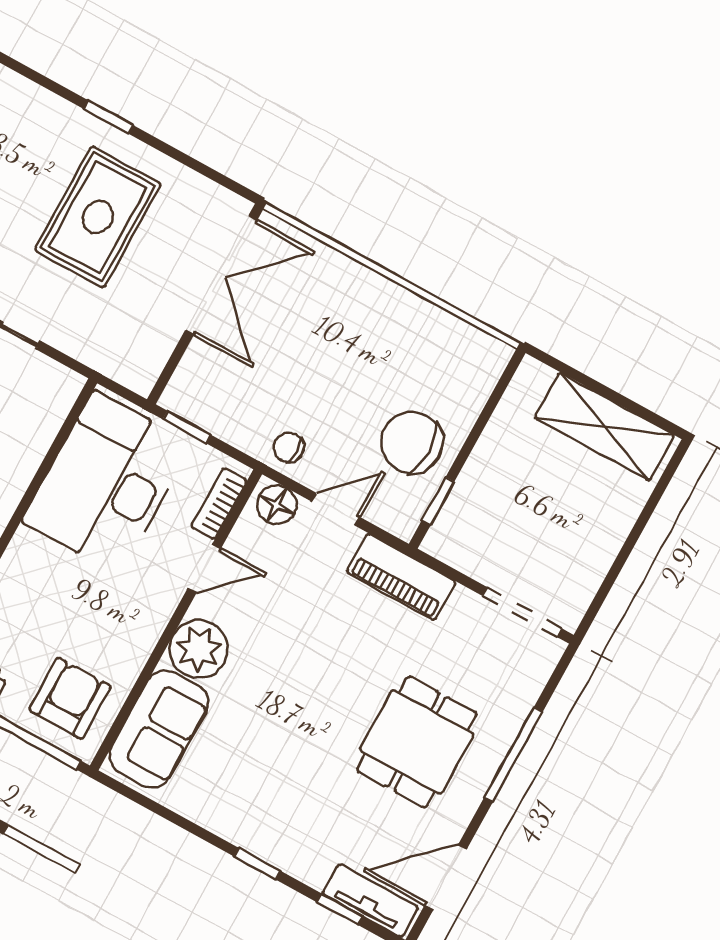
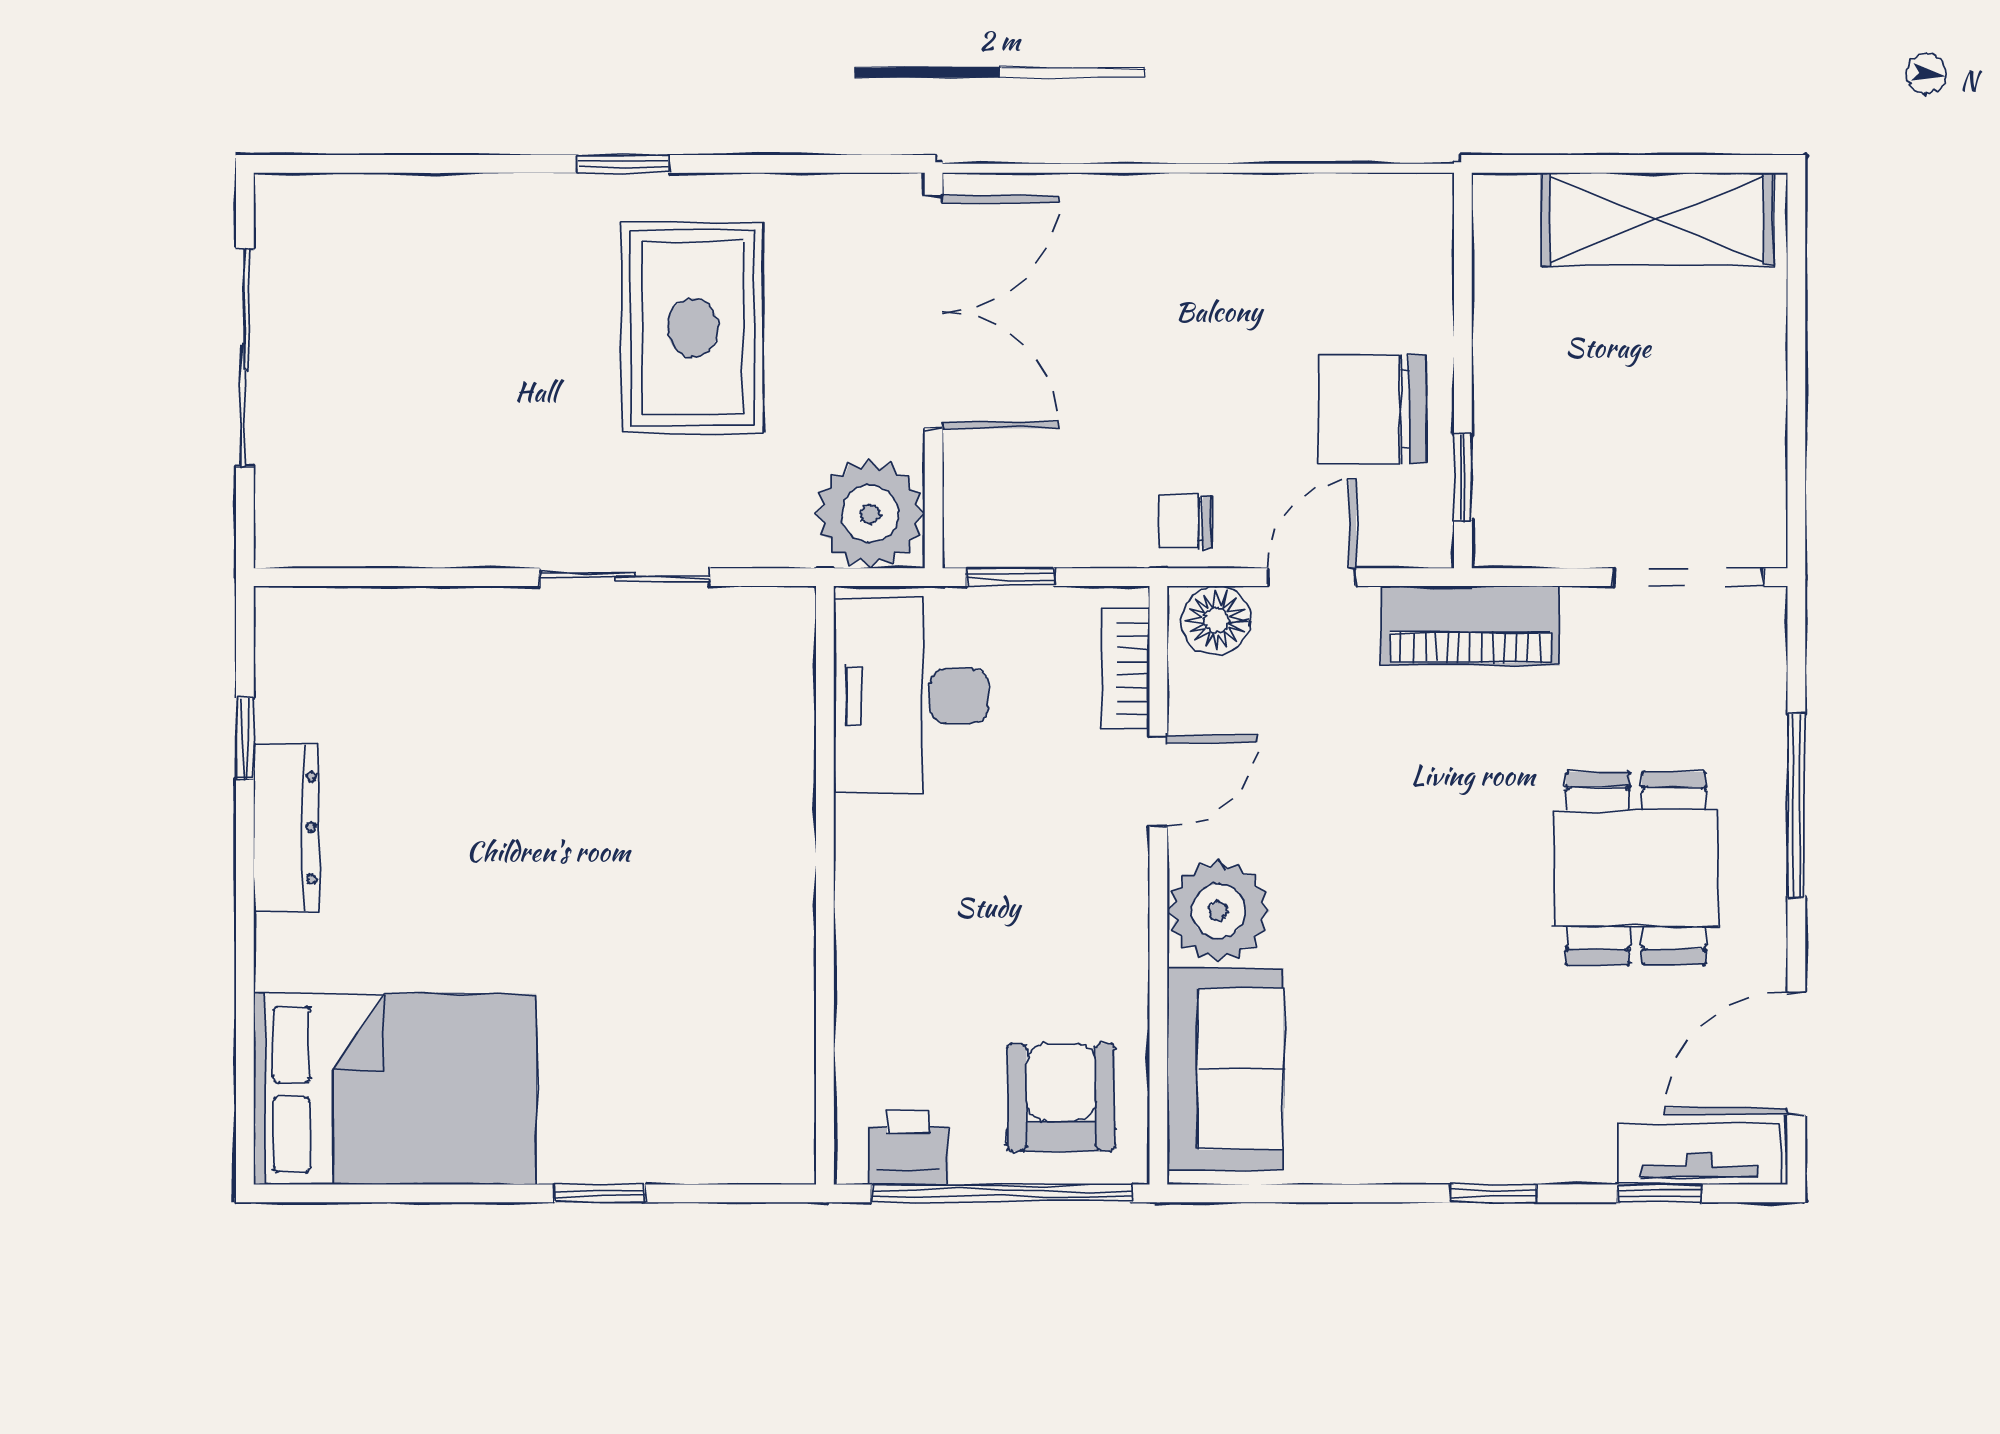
plant: (135, 357) -> (870, 514), added
desk: (107, 483) -> (911, 696), width x0.73, depth x0.77

